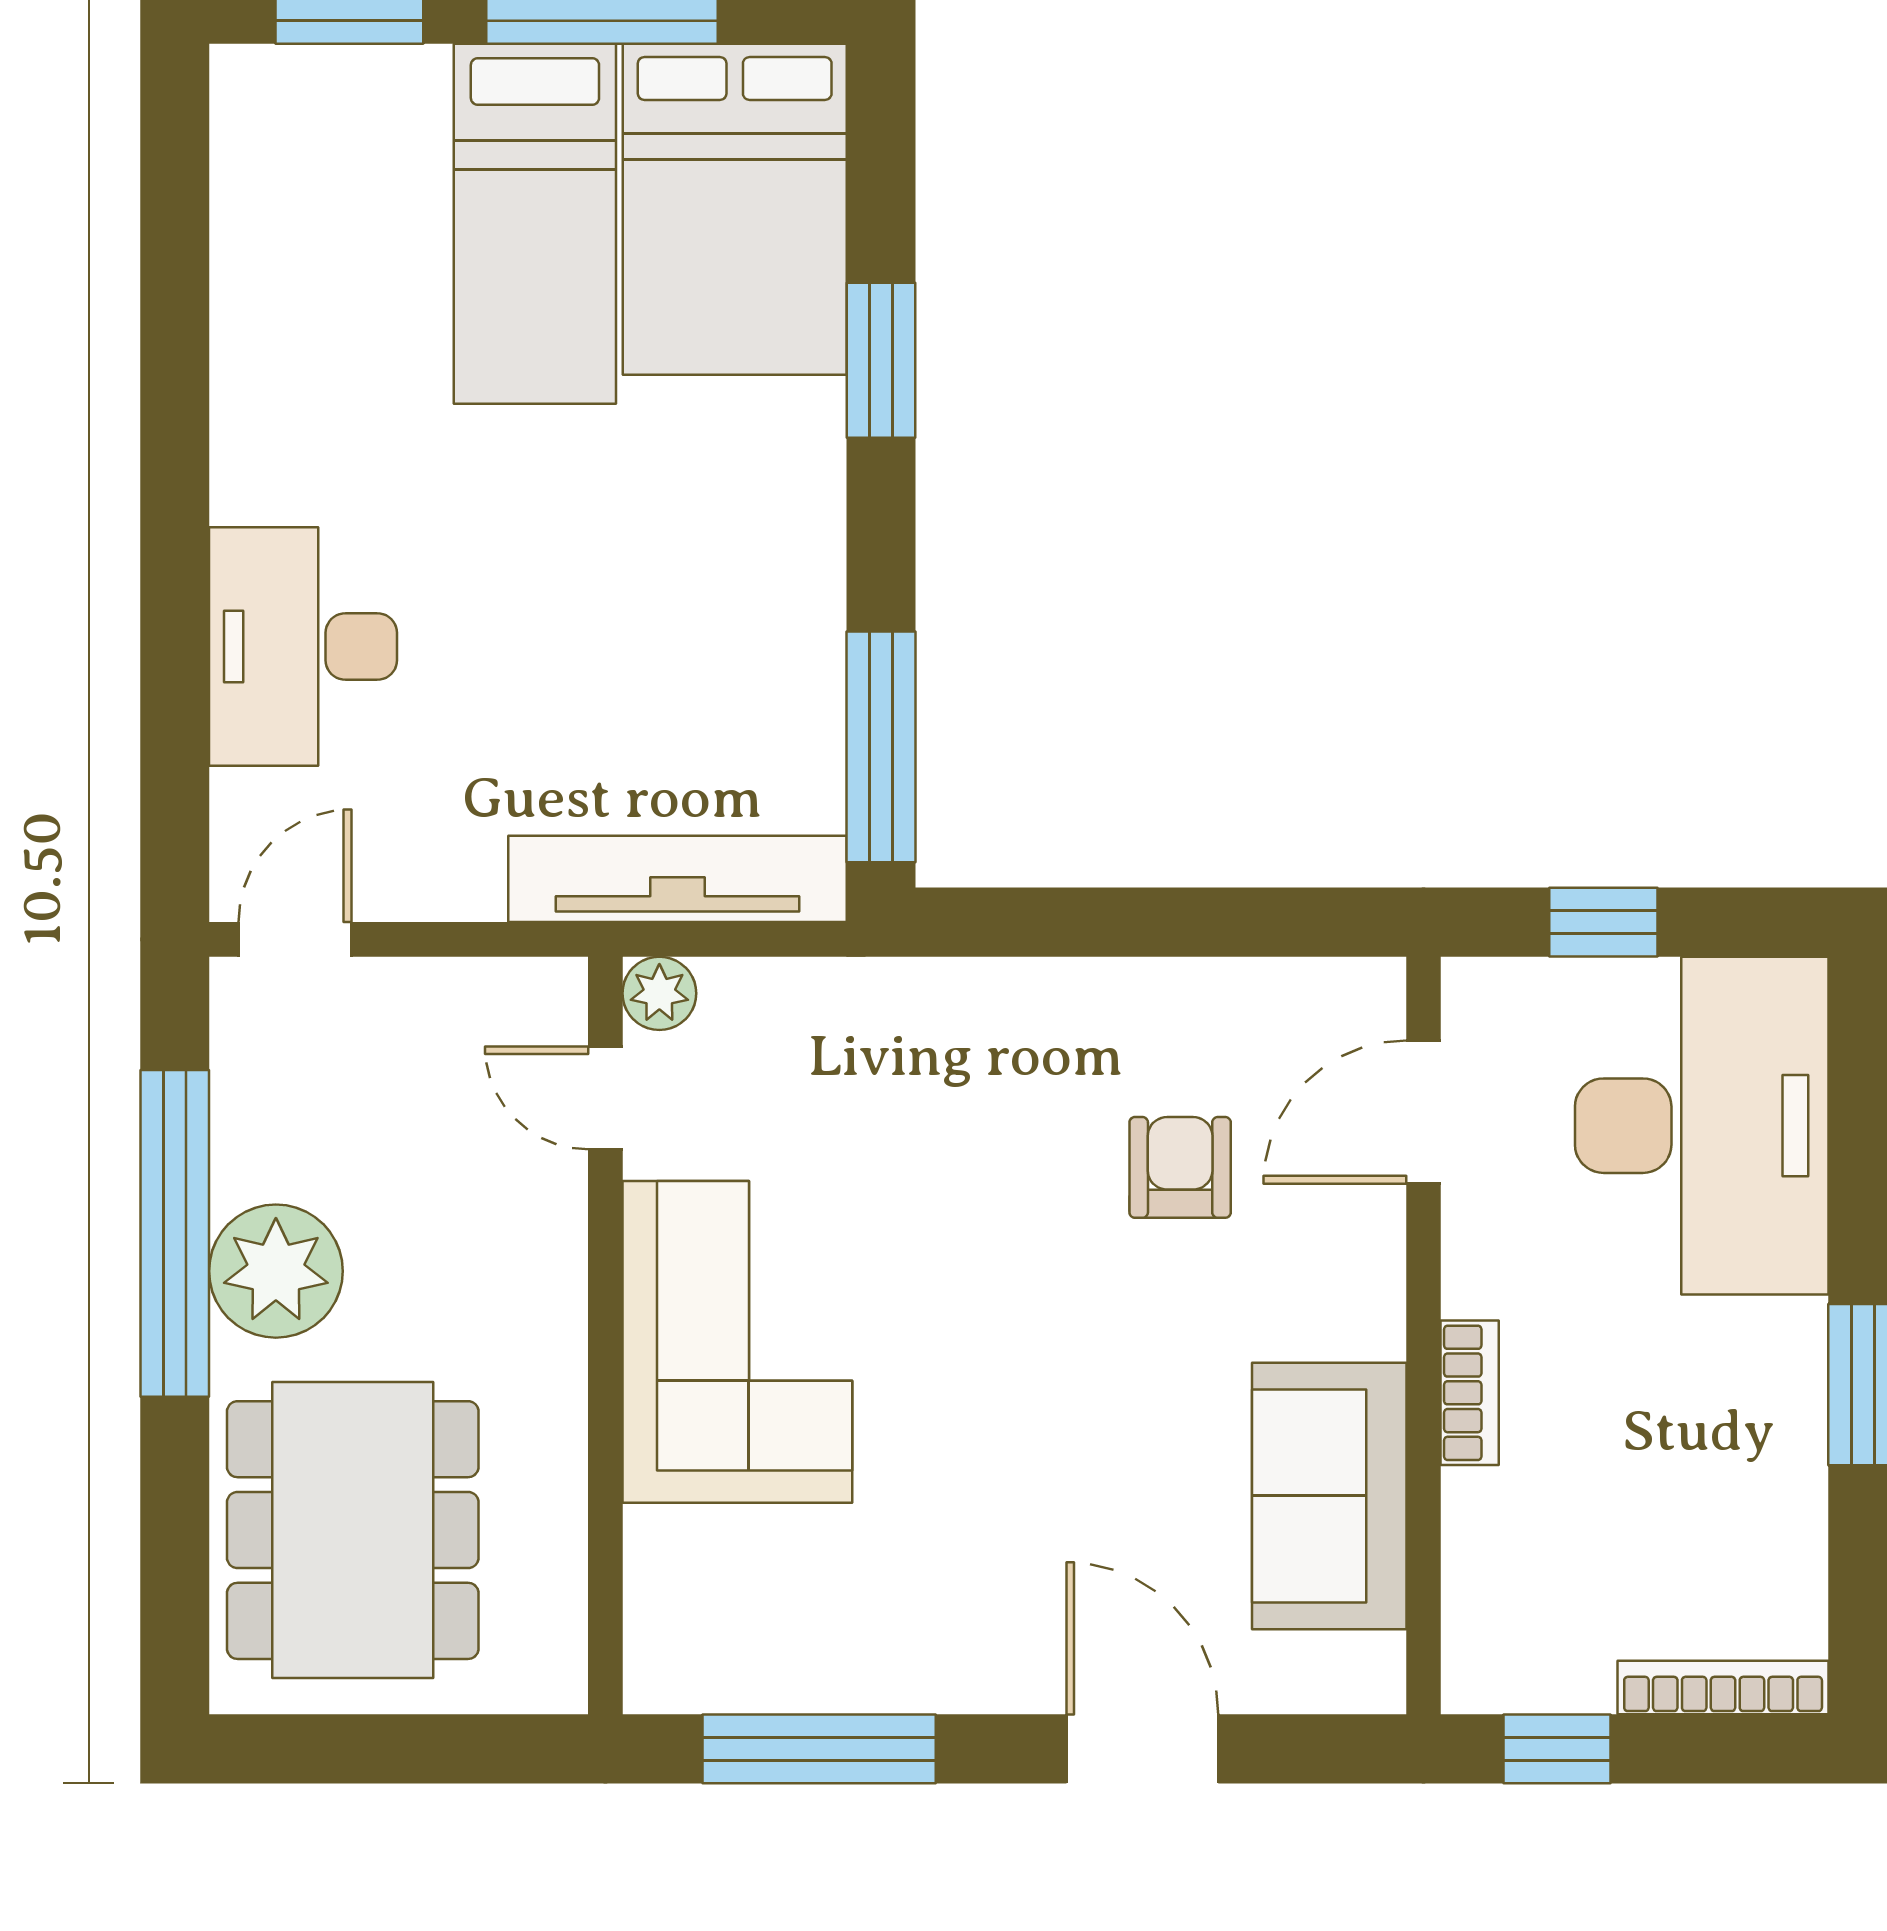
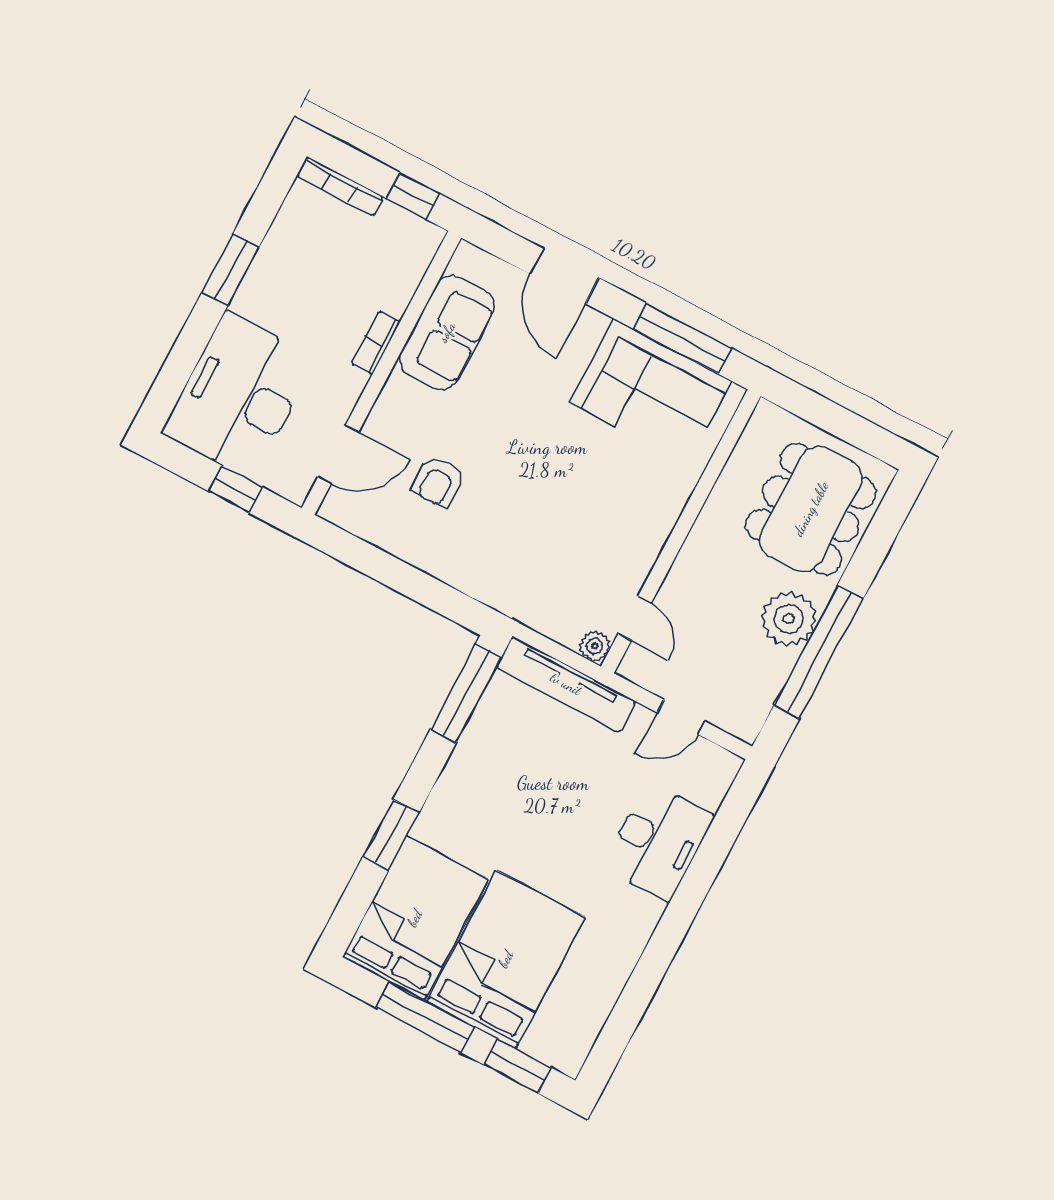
bed: (535, 224) -> (506, 959), width x1.50
door: (295, 939) -> (681, 717), moved
corner sofa: (737, 1342) -> (651, 392), moved, turned -90

